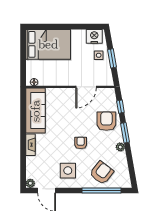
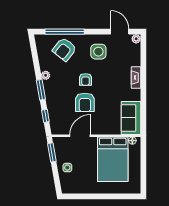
nightstand: (94, 36) -> (72, 187), removed
bed: (48, 44) -> (113, 159), moved, turned -90
window: (112, 58) -> (52, 152), moved
sofa: (35, 111) -> (131, 118), width x0.73
armchair: (106, 121) -> (85, 102), moved

